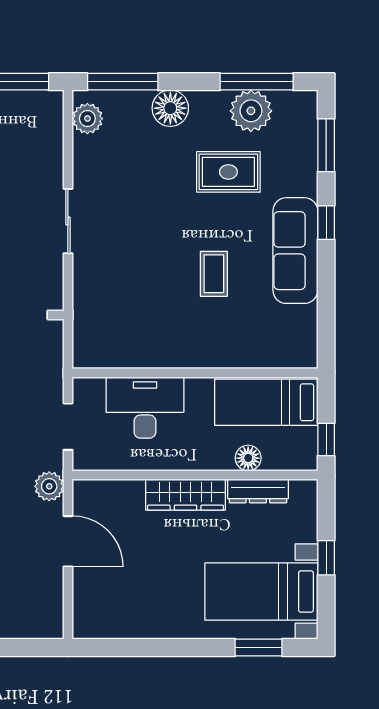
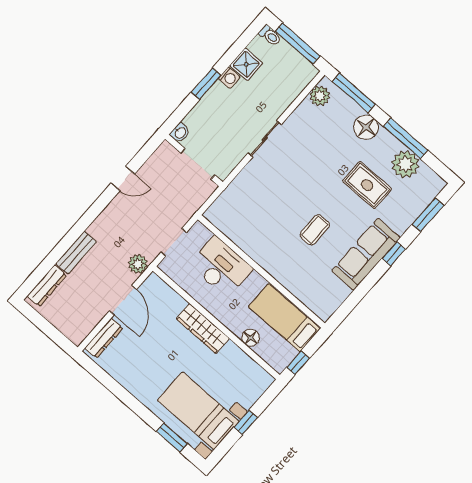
window: (257, 82) -> (406, 138), moved
dresser: (258, 491) -> (104, 338), moved, turned -90

